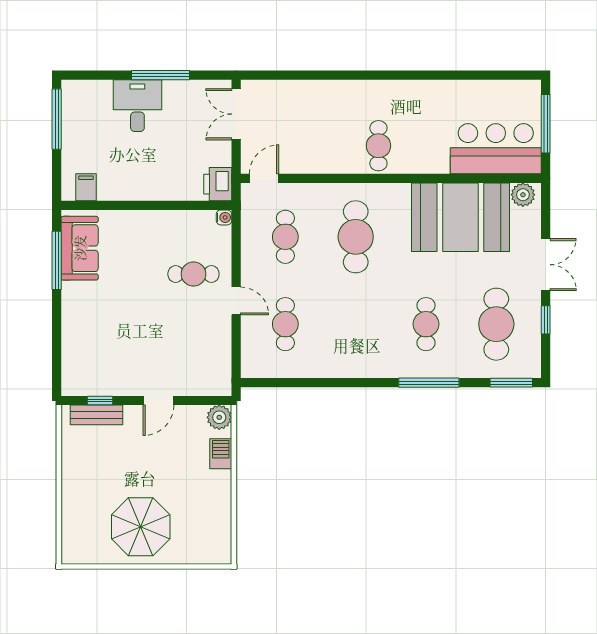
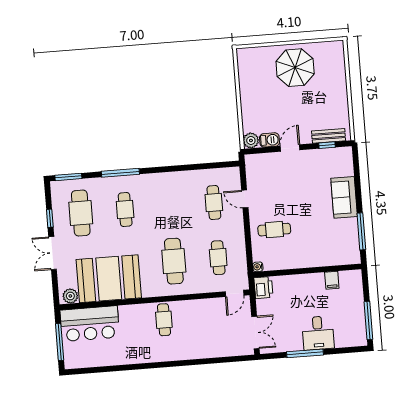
filing cabinet: (86, 187) -> (332, 280), moved
sofa: (80, 248) -> (344, 197), moved
door: (236, 301) -> (245, 199), moved
barbecue: (221, 454) -> (270, 140), moved, turned -90

